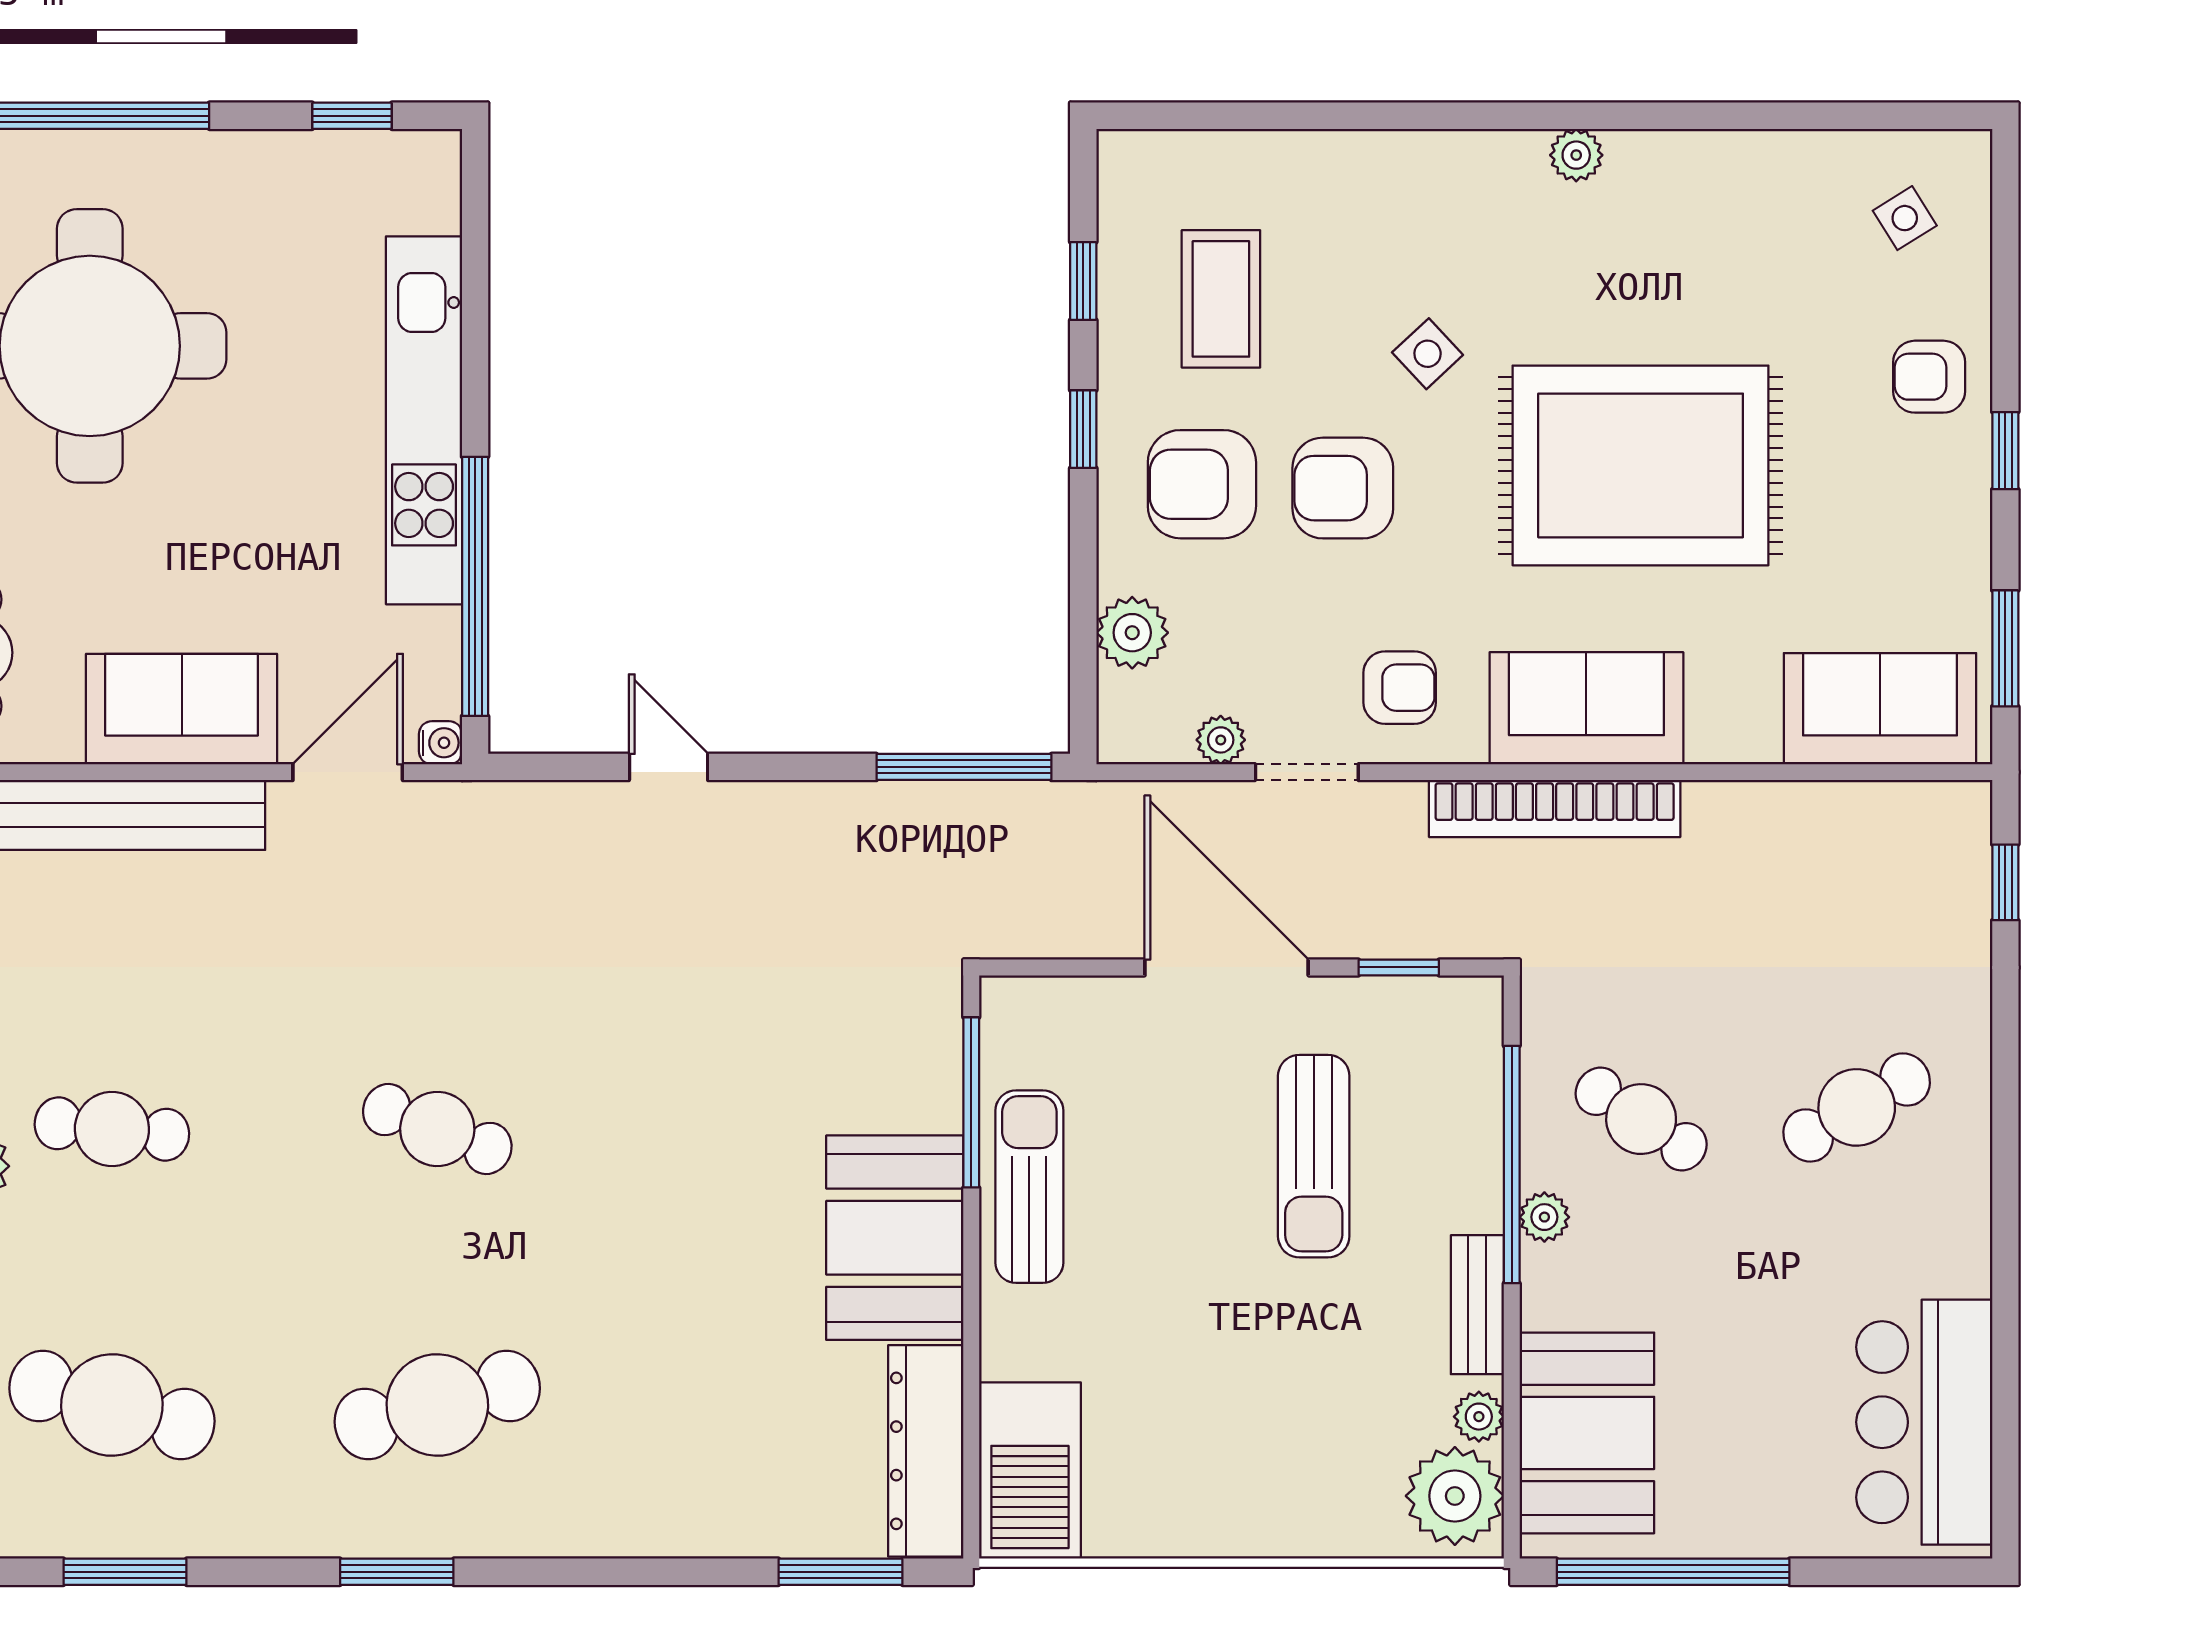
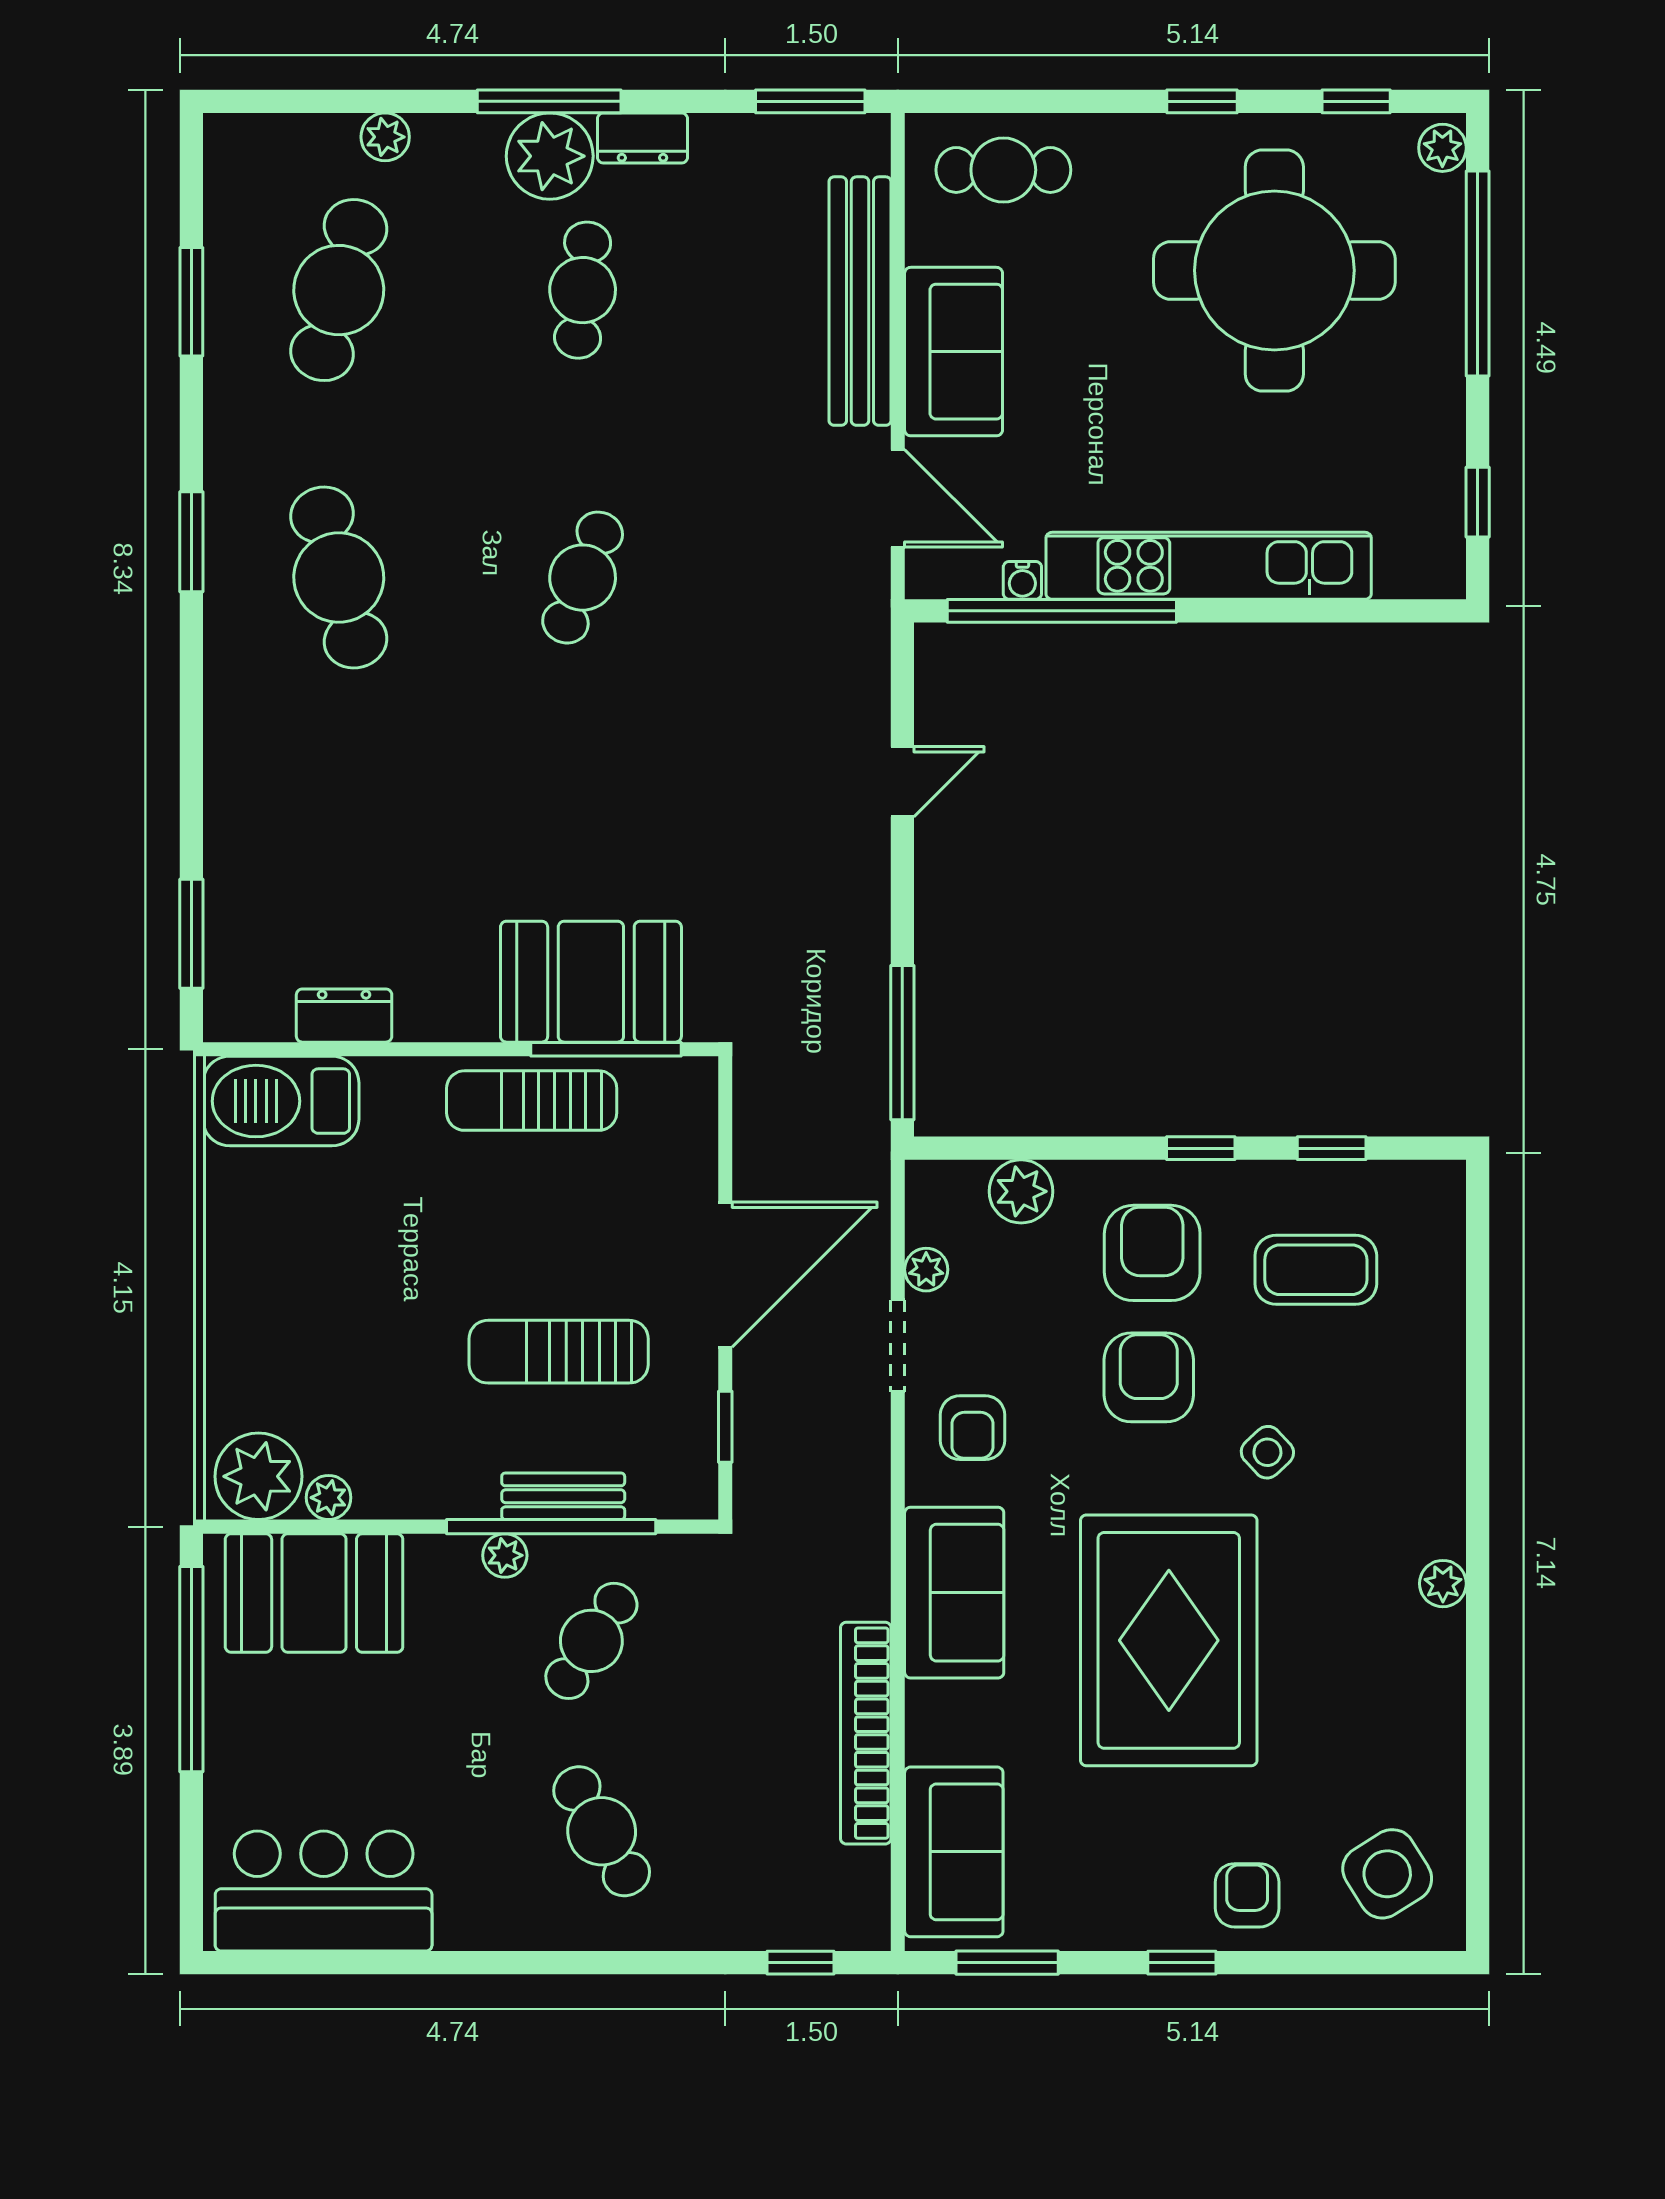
side table: (1905, 218) -> (1387, 1874), width x1.87, depth x1.87
water cooler: (441, 743) -> (1022, 580), moved
bookcase: (1555, 808) -> (866, 1733), moved
sun lounger: (1029, 1187) -> (532, 1101), turned 180
booth: (895, 1238) -> (591, 982), moved
bench: (1477, 1305) -> (563, 1496), moved
dresser: (926, 1451) -> (344, 1016), width x0.51, depth x0.80

